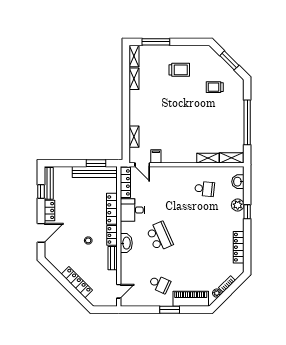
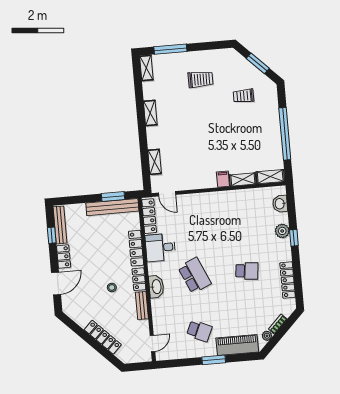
shelving: (134, 79) -> (150, 113), moved
filing cabinet: (156, 156) -> (223, 179), moved
school desk: (205, 189) -> (247, 271), moved

